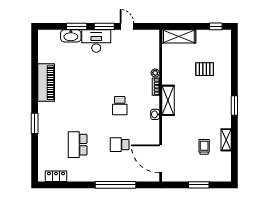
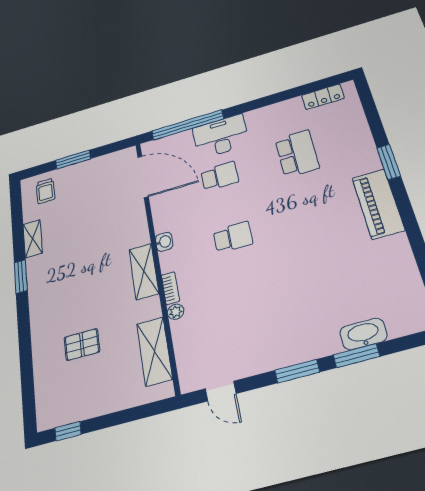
door: (127, 26) -> (221, 391), moved
shelving: (179, 36) -> (154, 351), moved, turned 90
desk: (96, 41) -> (221, 136), moved, turned 180
piano: (46, 83) -> (378, 204), moved
window: (234, 105) -> (21, 277), moved
school desk: (120, 106) -> (233, 237), turned 90
trolley: (204, 147) -> (45, 191), moved
window: (116, 185) -> (188, 125), moved

